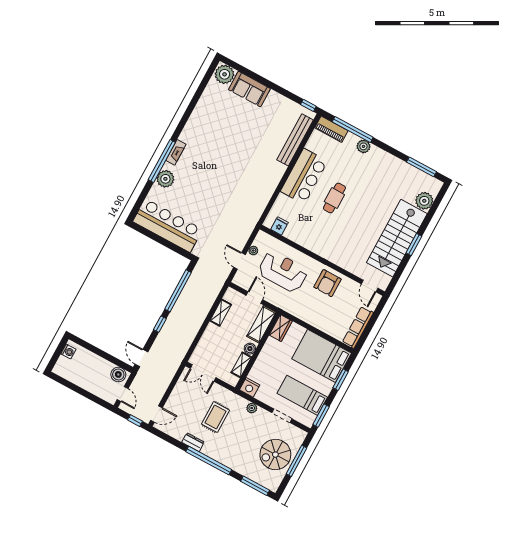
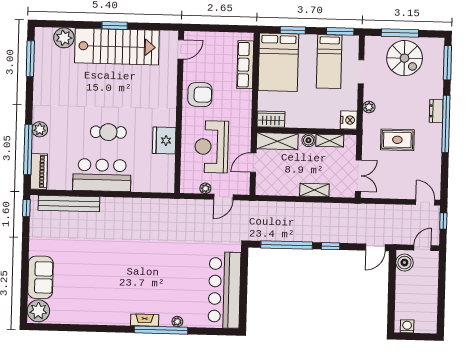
plant: (165, 179) -> (177, 322), width x0.53, depth x0.53
fridge: (279, 226) -> (164, 141), moved, width x1.88, depth x1.34
shelving: (221, 313) -> (314, 190), moved
row of seats: (358, 327) -> (245, 65), moved, turned 90
dresser: (193, 442) -> (436, 111), moved

